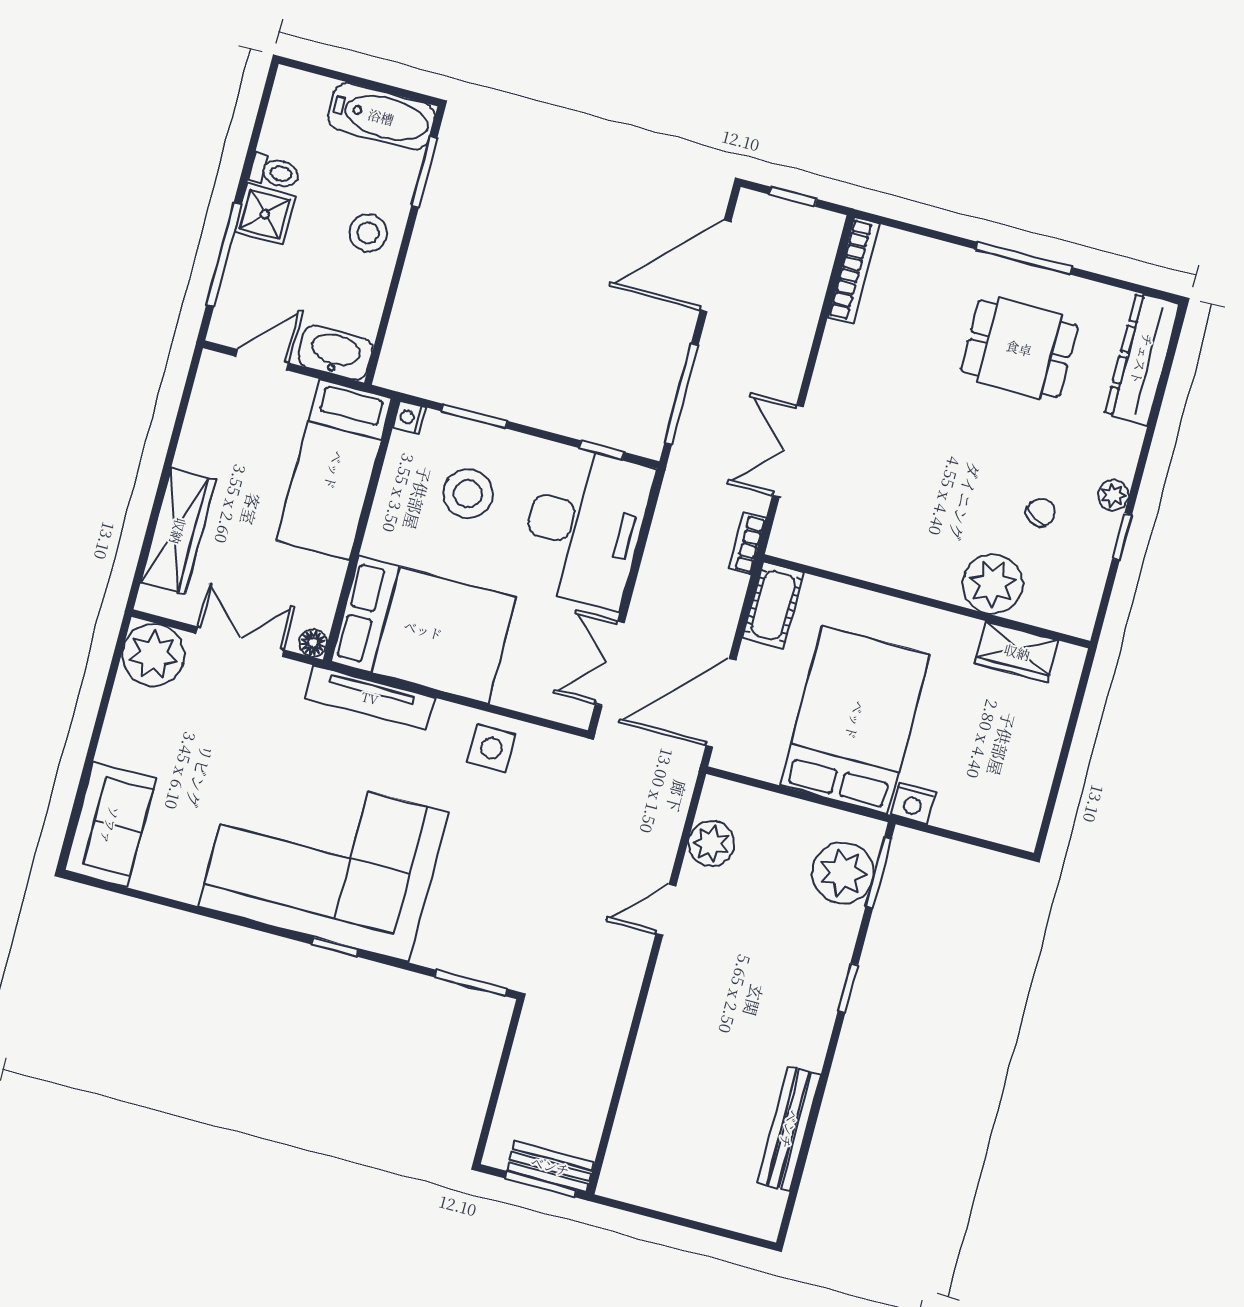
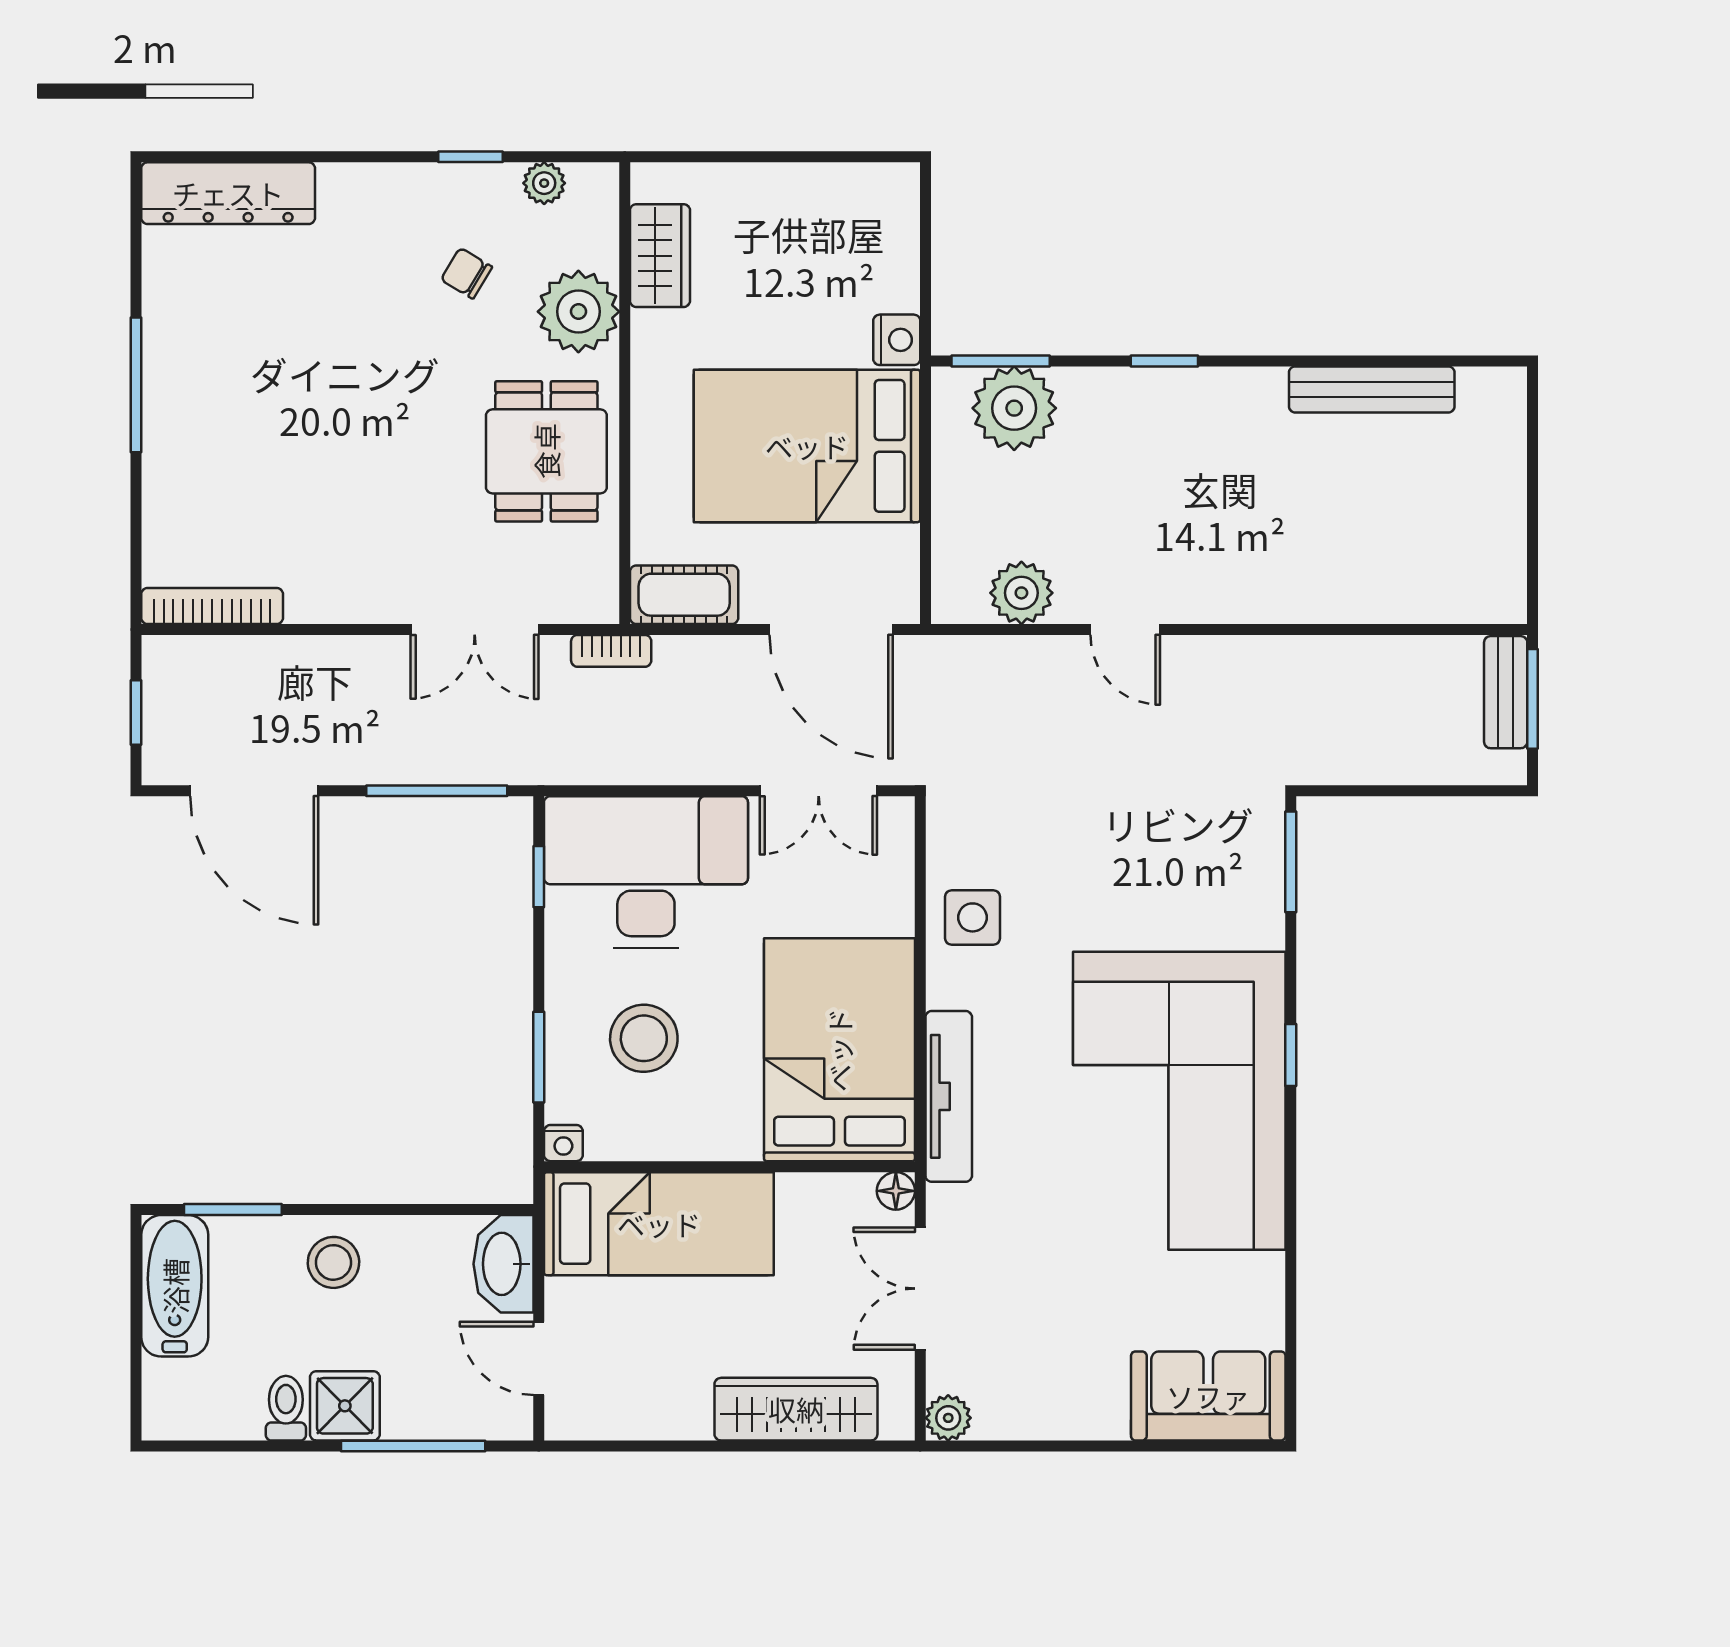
dining table: (1019, 348) -> (546, 451), moved
plant: (1113, 495) -> (544, 183), moved
plant: (153, 655) -> (948, 1418), width x0.53, depth x0.53

